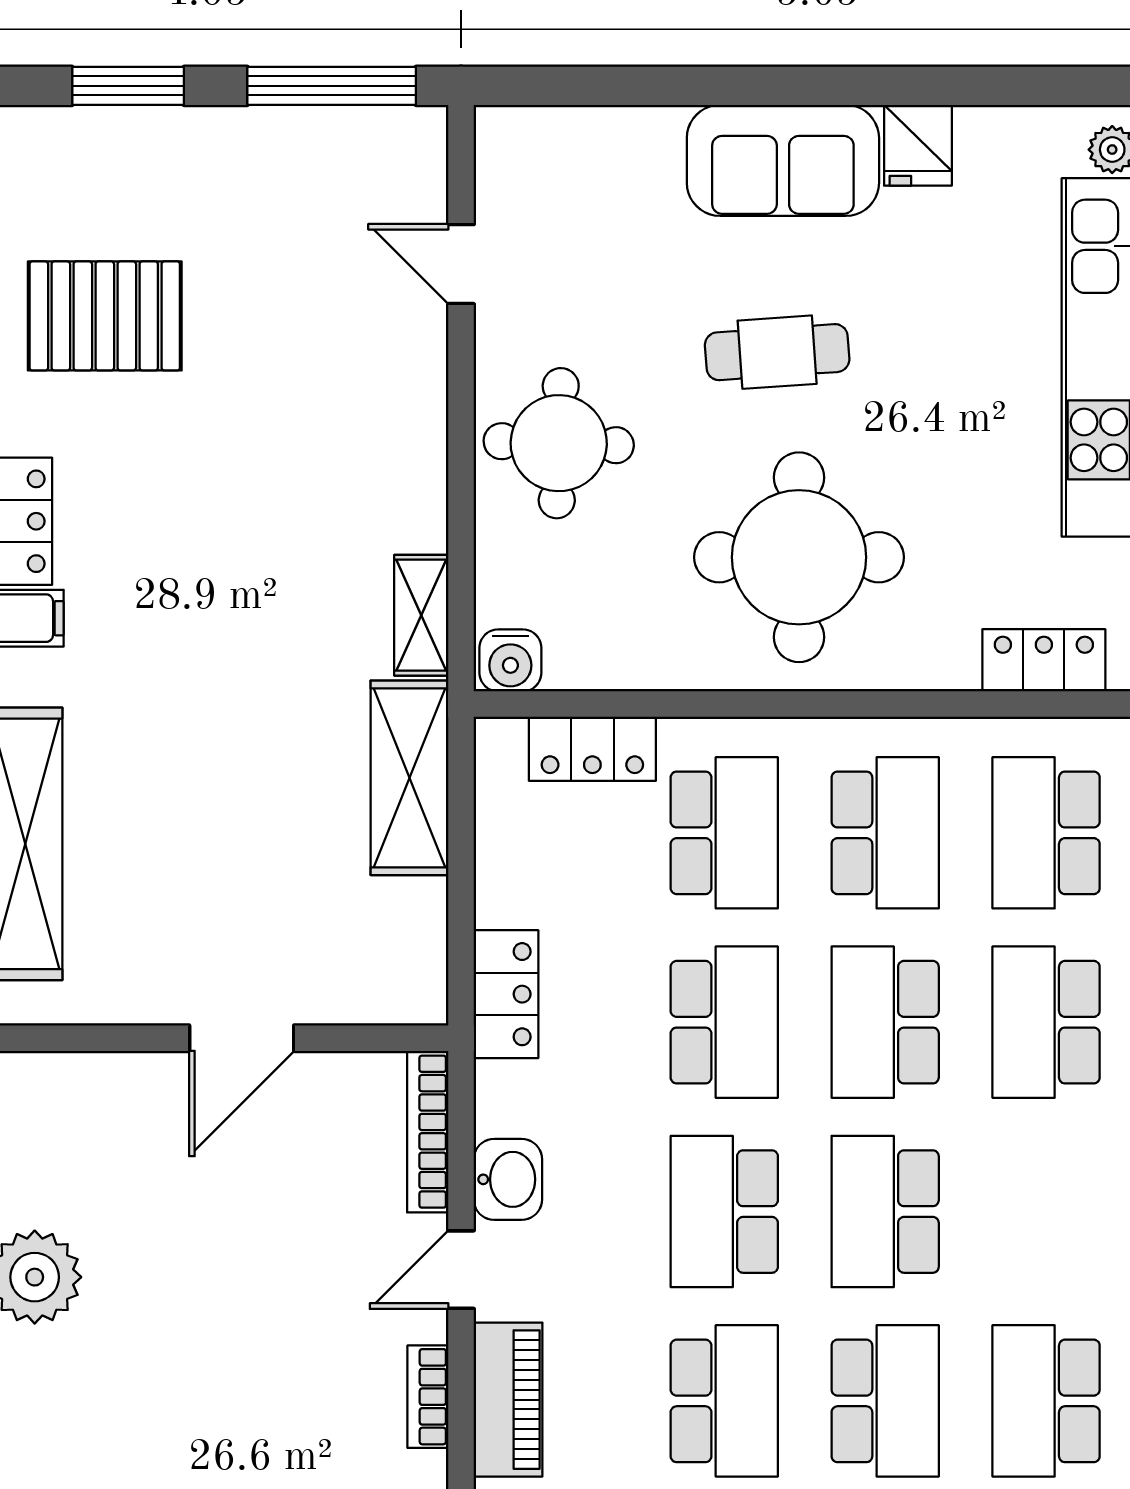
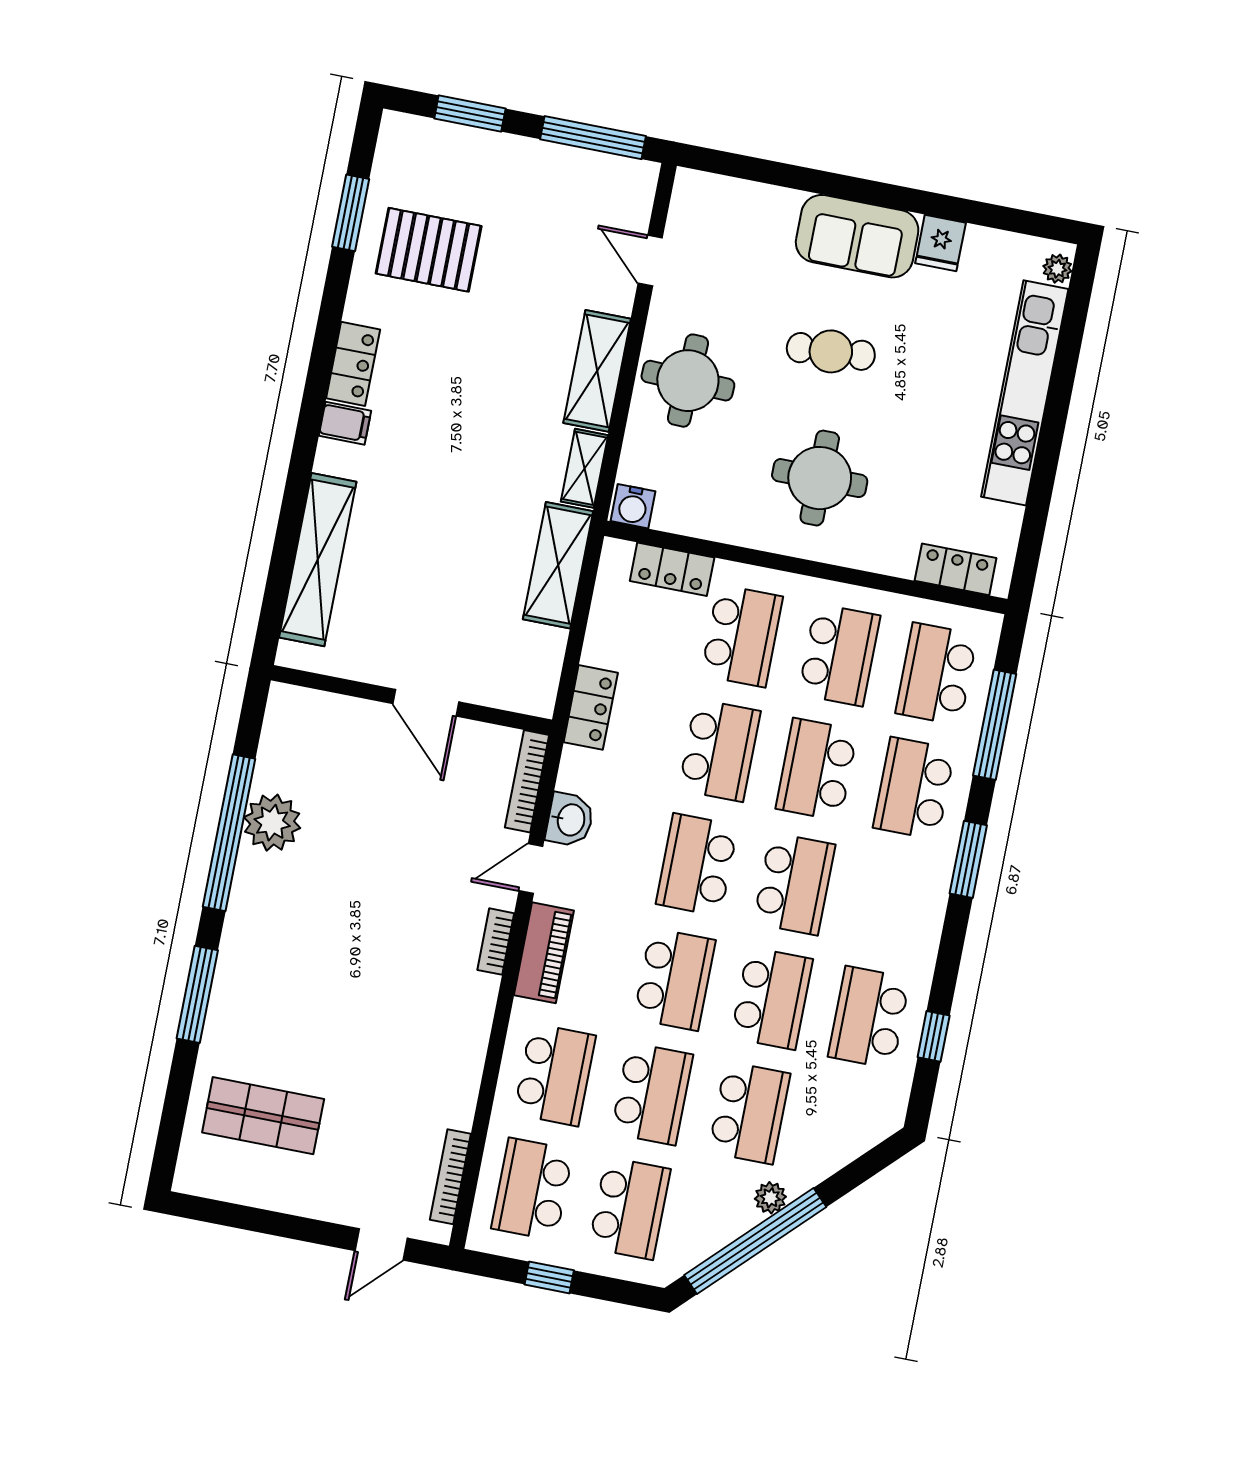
shelving: (411, 456) -> (597, 371), added
round table: (799, 557) -> (820, 478), width x0.73, depth x0.73
door: (242, 1038) -> (426, 703), hinge flipped
school desk: (885, 1212) -> (794, 884), turned 180

